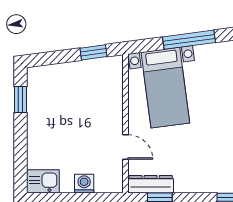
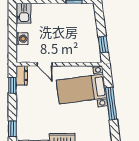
door: (125, 147) -> (45, 64), hinge flipped
dresser: (151, 184) -> (22, 76), width x0.70

